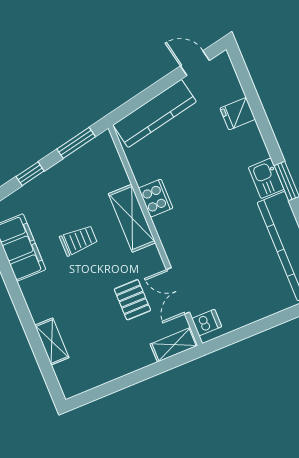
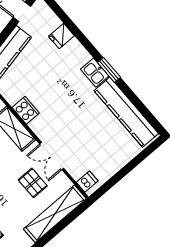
double door: (178, 291) -> (52, 156), moved
shelving: (174, 345) -> (55, 214), width x2.20, depth x1.33

